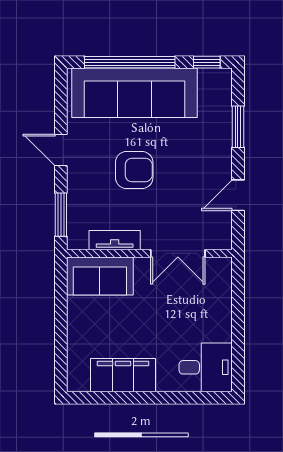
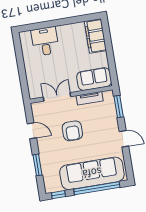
armchair: (134, 170) -> (72, 131), moved, turned -90
door: (238, 195) -> (32, 131), hinge flipped
desk: (206, 367) -> (45, 41), moved, turned 90
filing cabinet: (123, 375) -> (95, 36), moved, turned 90

